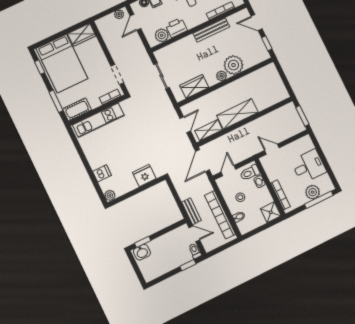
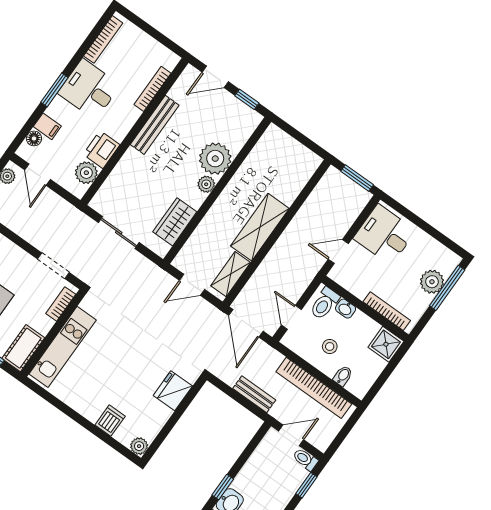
door: (185, 125) -> (192, 285), swing flipped
desk: (309, 166) -> (385, 235), moved, turned -90
bench: (191, 211) -> (254, 394), moved

